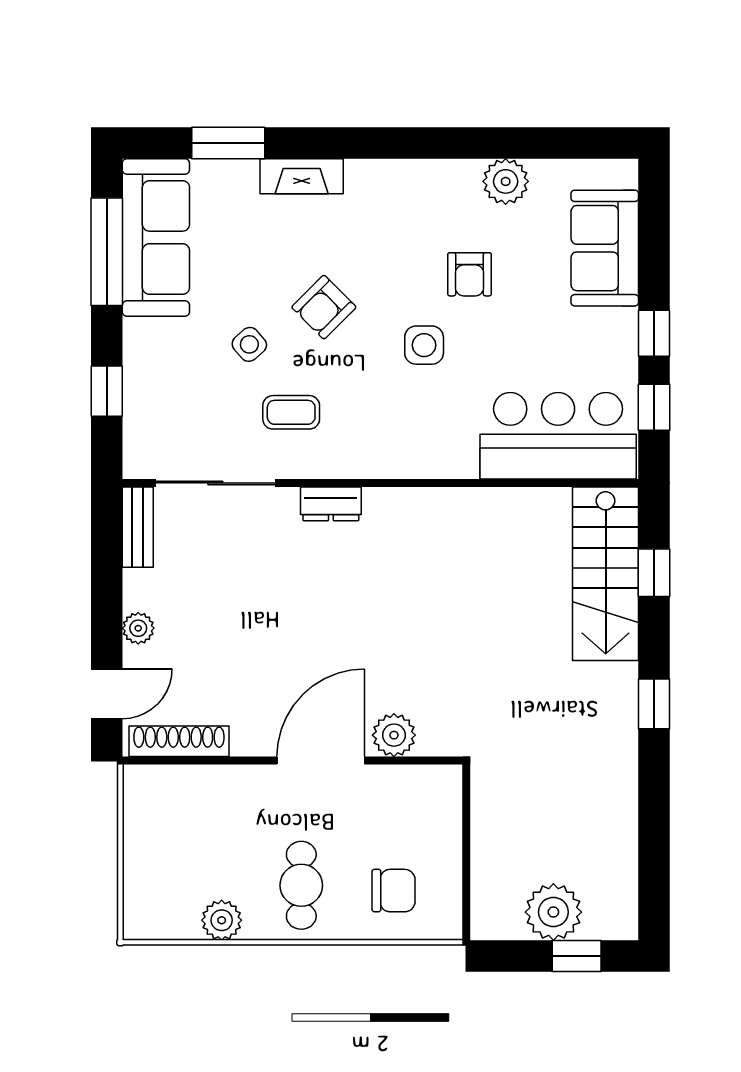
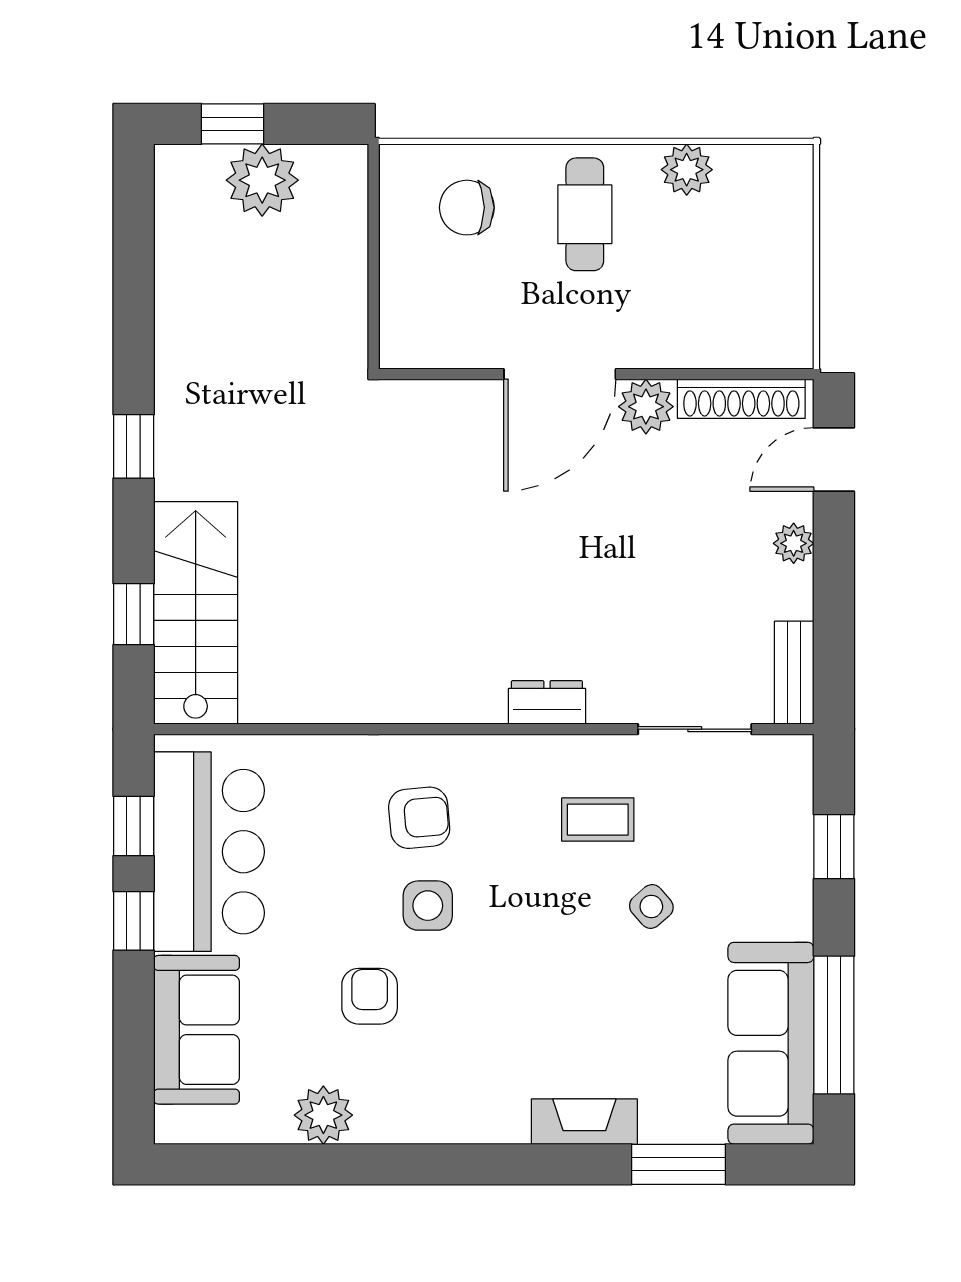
armchair: (324, 307) -> (419, 818), moved, turned 40
bar counter: (558, 436) -> (209, 852), moved, turned -90
sliding door: (215, 483) -> (695, 729), width x0.73
plant: (394, 735) -> (646, 407), moved

